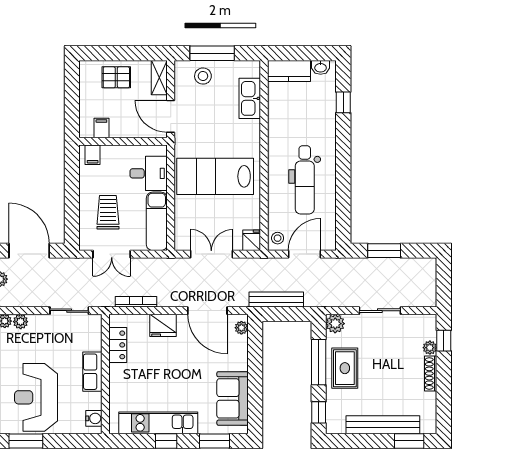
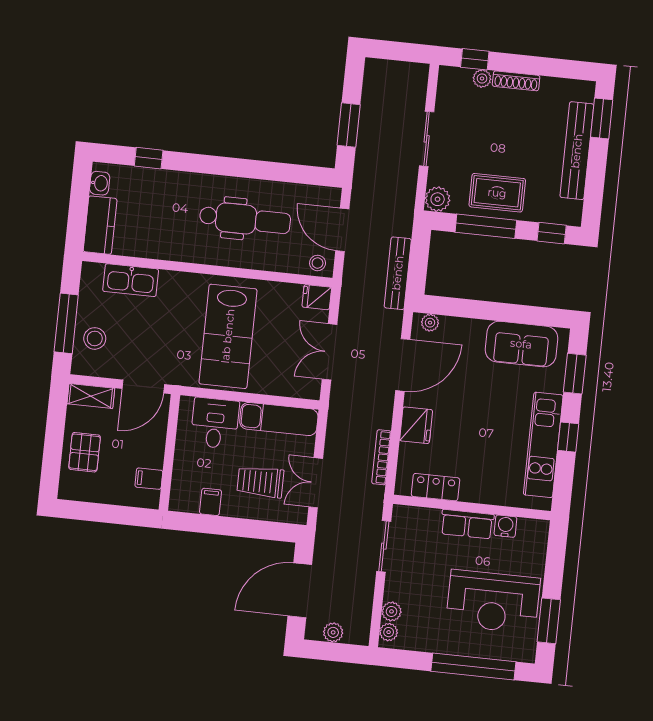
filing cabinet: (93, 155) -> (211, 502), moved, turned -90
double door: (112, 254) -> (316, 483), swing flipped
water cooler: (94, 418) -> (505, 526), moved

